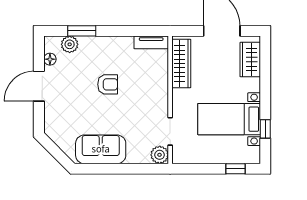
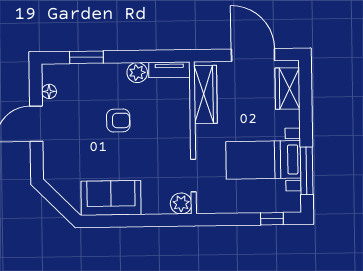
plant: (70, 44) -> (137, 73), moved
window: (265, 129) -> (307, 171), width x2.17

